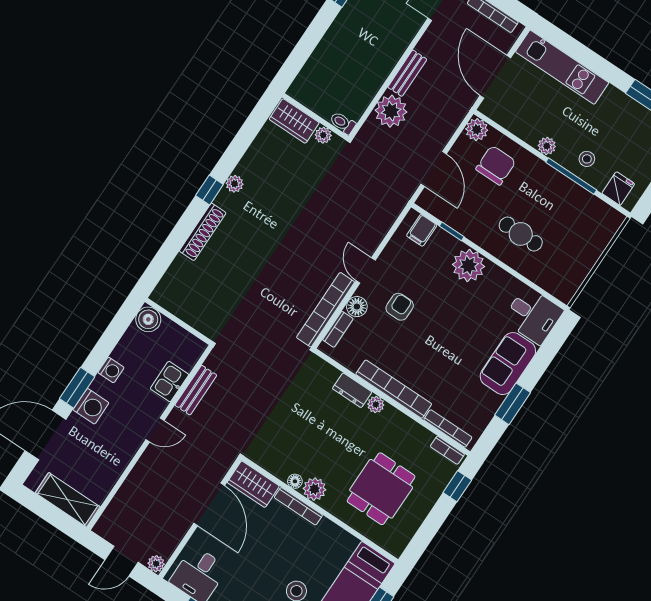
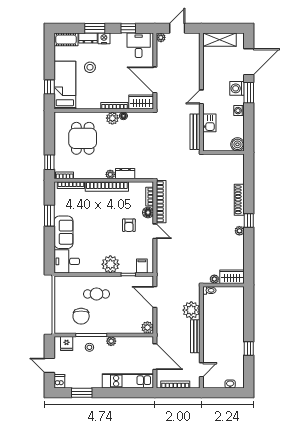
bench: (407, 73) -> (195, 336), width x1.36
chair: (496, 165) -> (81, 316), moved
bench: (196, 390) -> (195, 132), width x1.36

